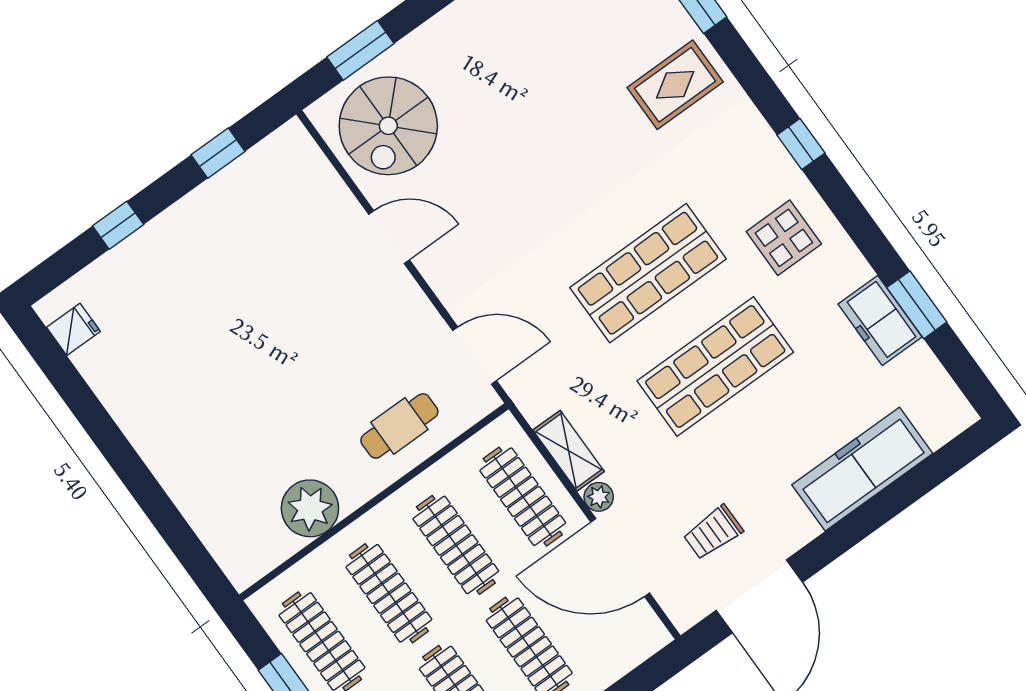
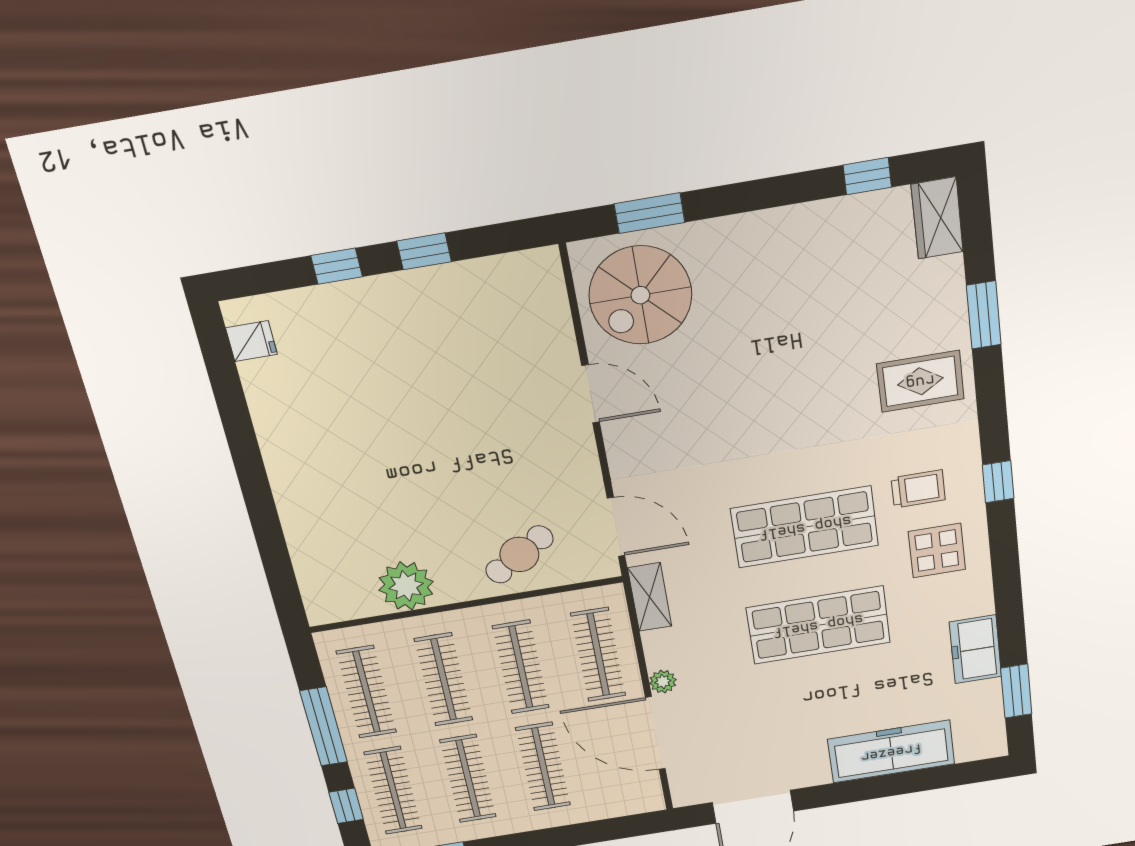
window: (218, 153) -> (424, 251), moved
window: (917, 305) -> (1016, 691), moved
cafe table: (399, 426) -> (519, 554), turned -32
shelving: (569, 451) -> (650, 597), moved
trolley: (713, 532) -> (918, 489), moved, turned 180

